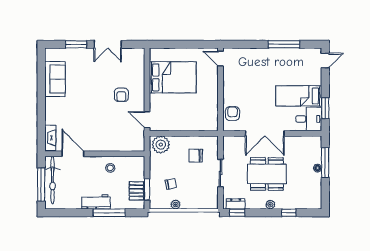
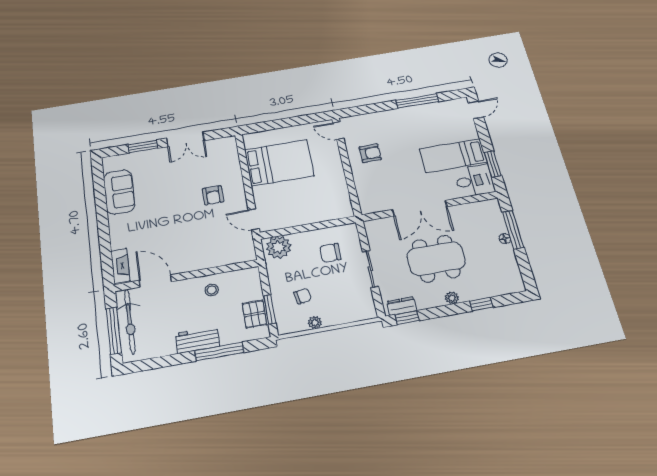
armchair: (232, 114) -> (370, 153), moved, turned 90

